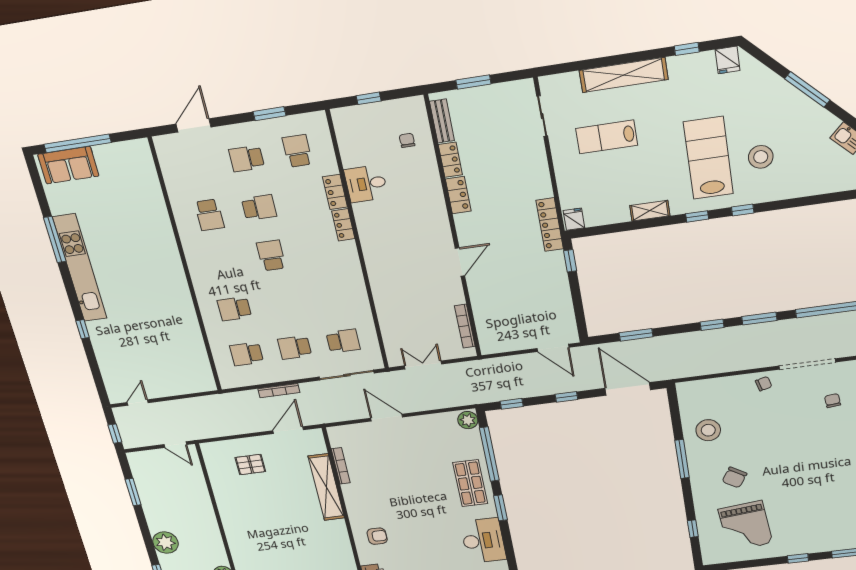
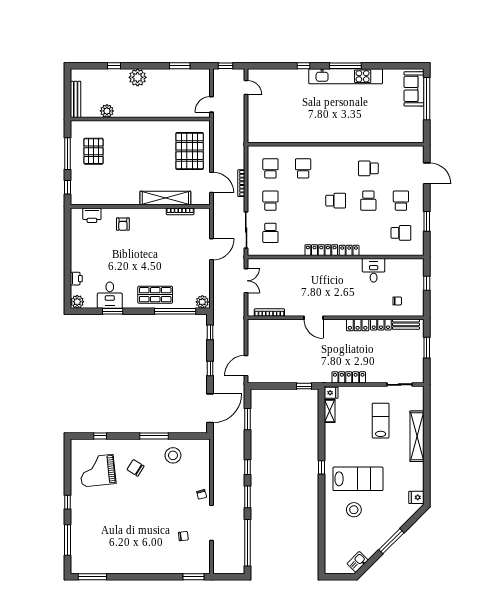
window: (687, 49) -> (427, 475), removed
locker: (335, 192) -> (321, 250), moved, width x1.53
window: (743, 210) -> (322, 495), removed
shelving: (650, 211) -> (330, 411), moved
locker: (550, 225) -> (349, 377), moved
window: (55, 240) -> (345, 66), moved
pallet: (250, 465) -> (190, 151), width x2.05, depth x2.00
window: (500, 508) -> (113, 311), moved
desk: (483, 541) -> (110, 295), width x0.73

